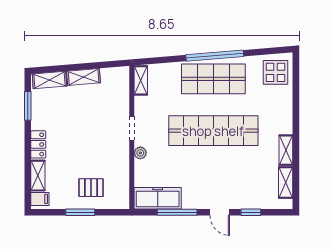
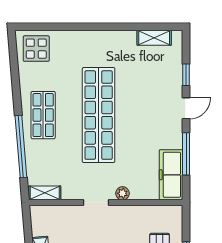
window: (215, 56) -> (21, 146), moved
shop shelf: (213, 79) -> (43, 115), width x0.70, depth x0.74
shelving: (286, 150) -> (120, 37), removed

